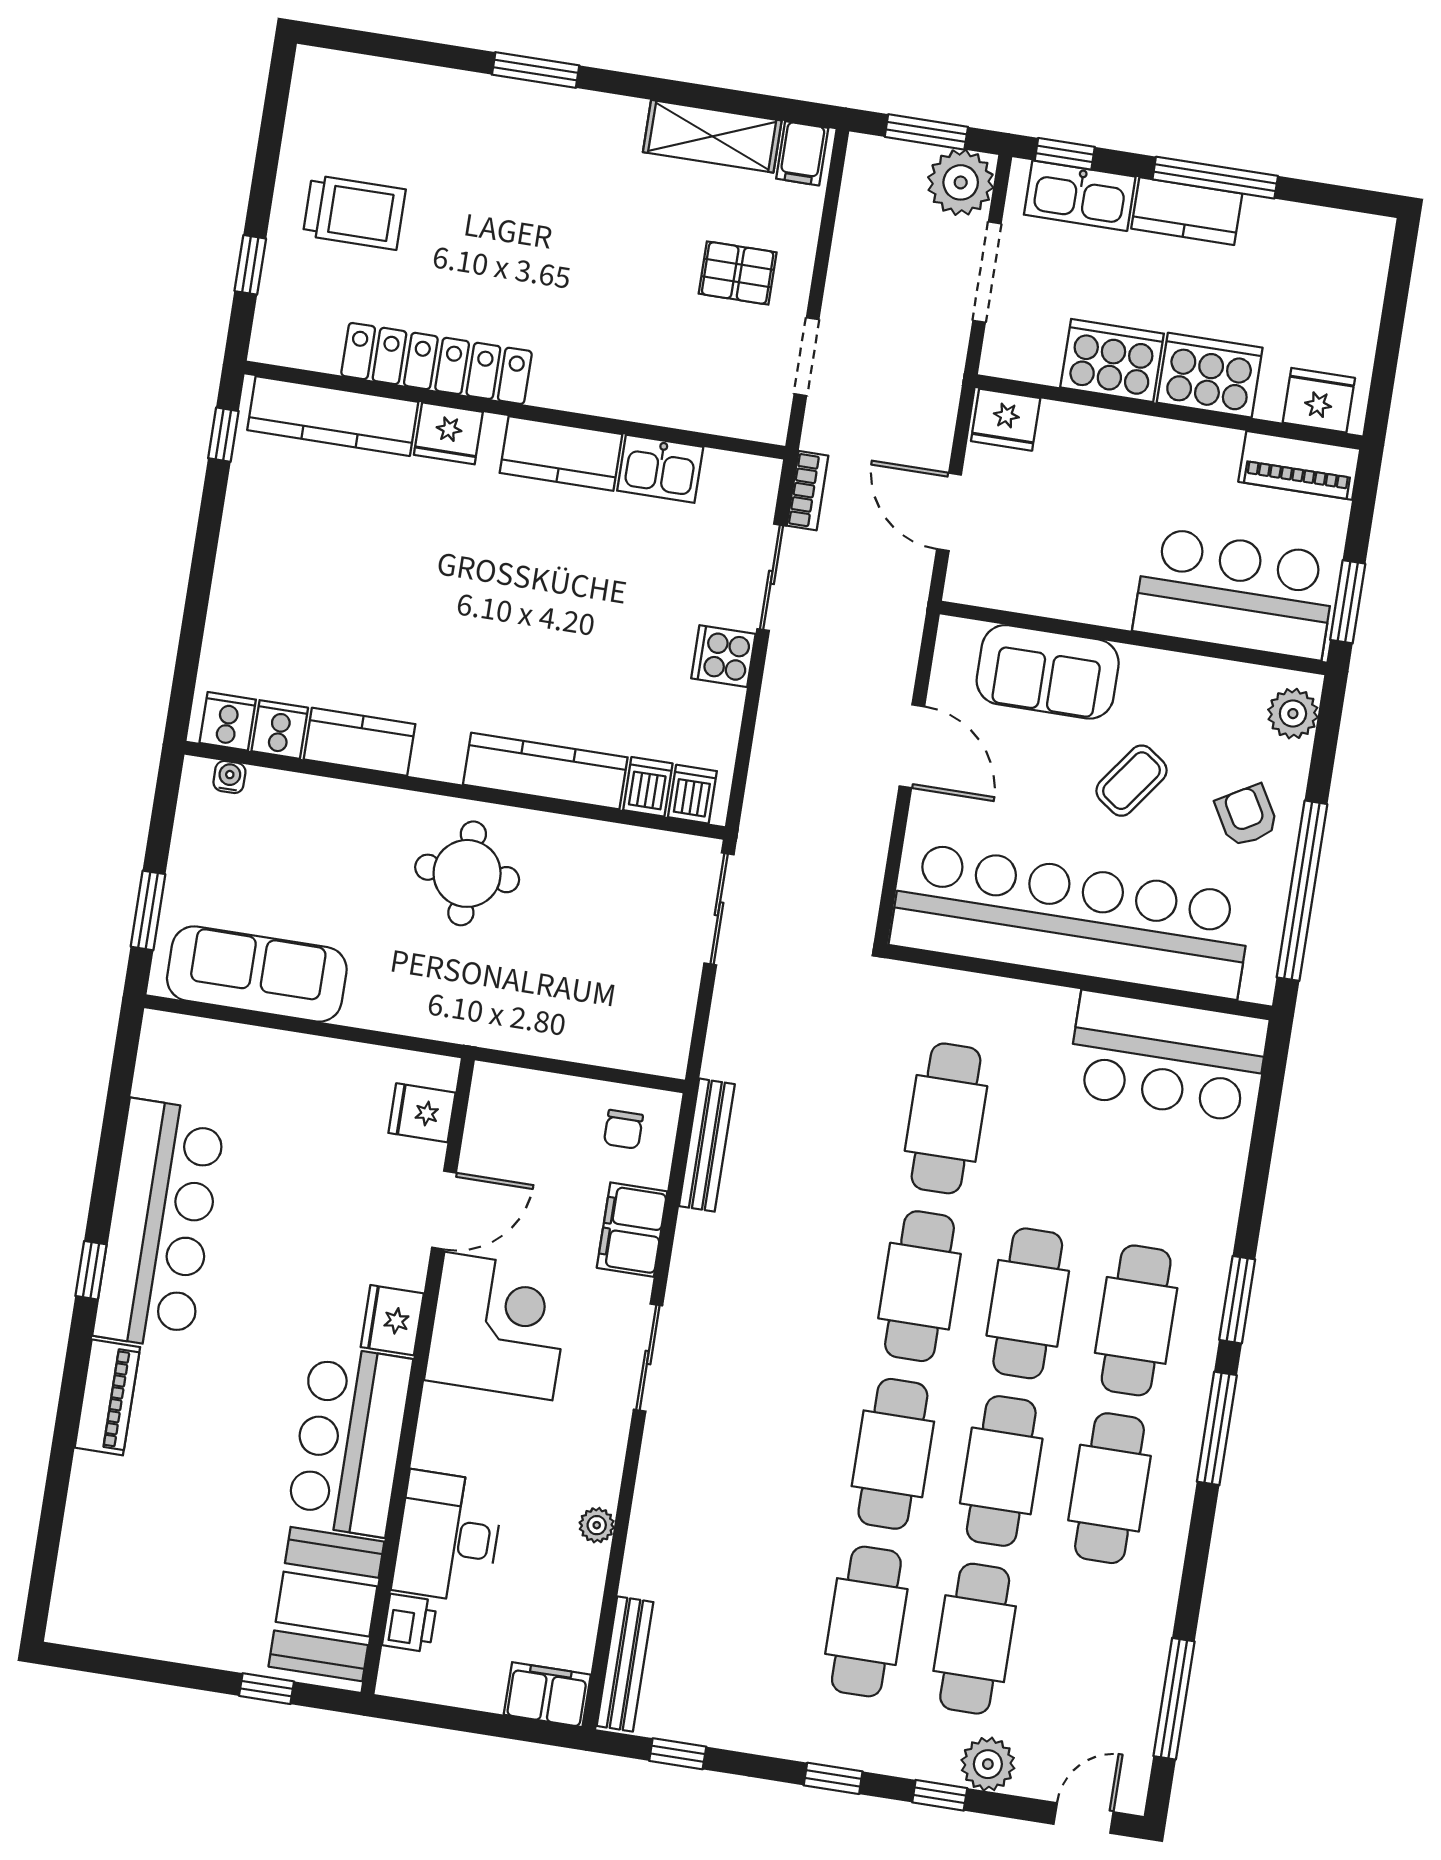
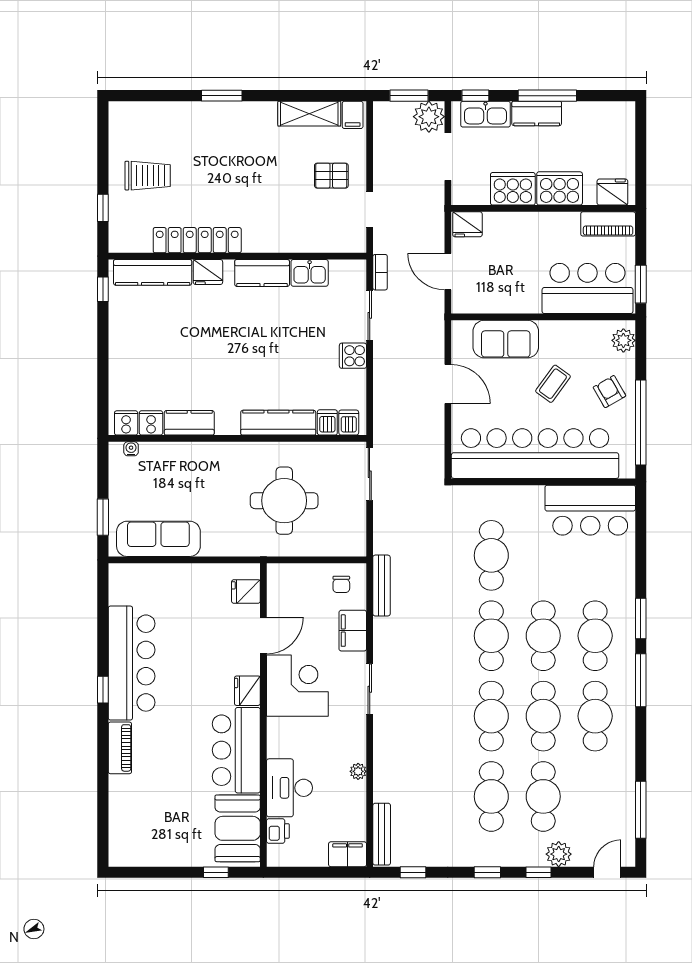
round table: (467, 873) -> (284, 501), moved, width x1.36, depth x1.36

